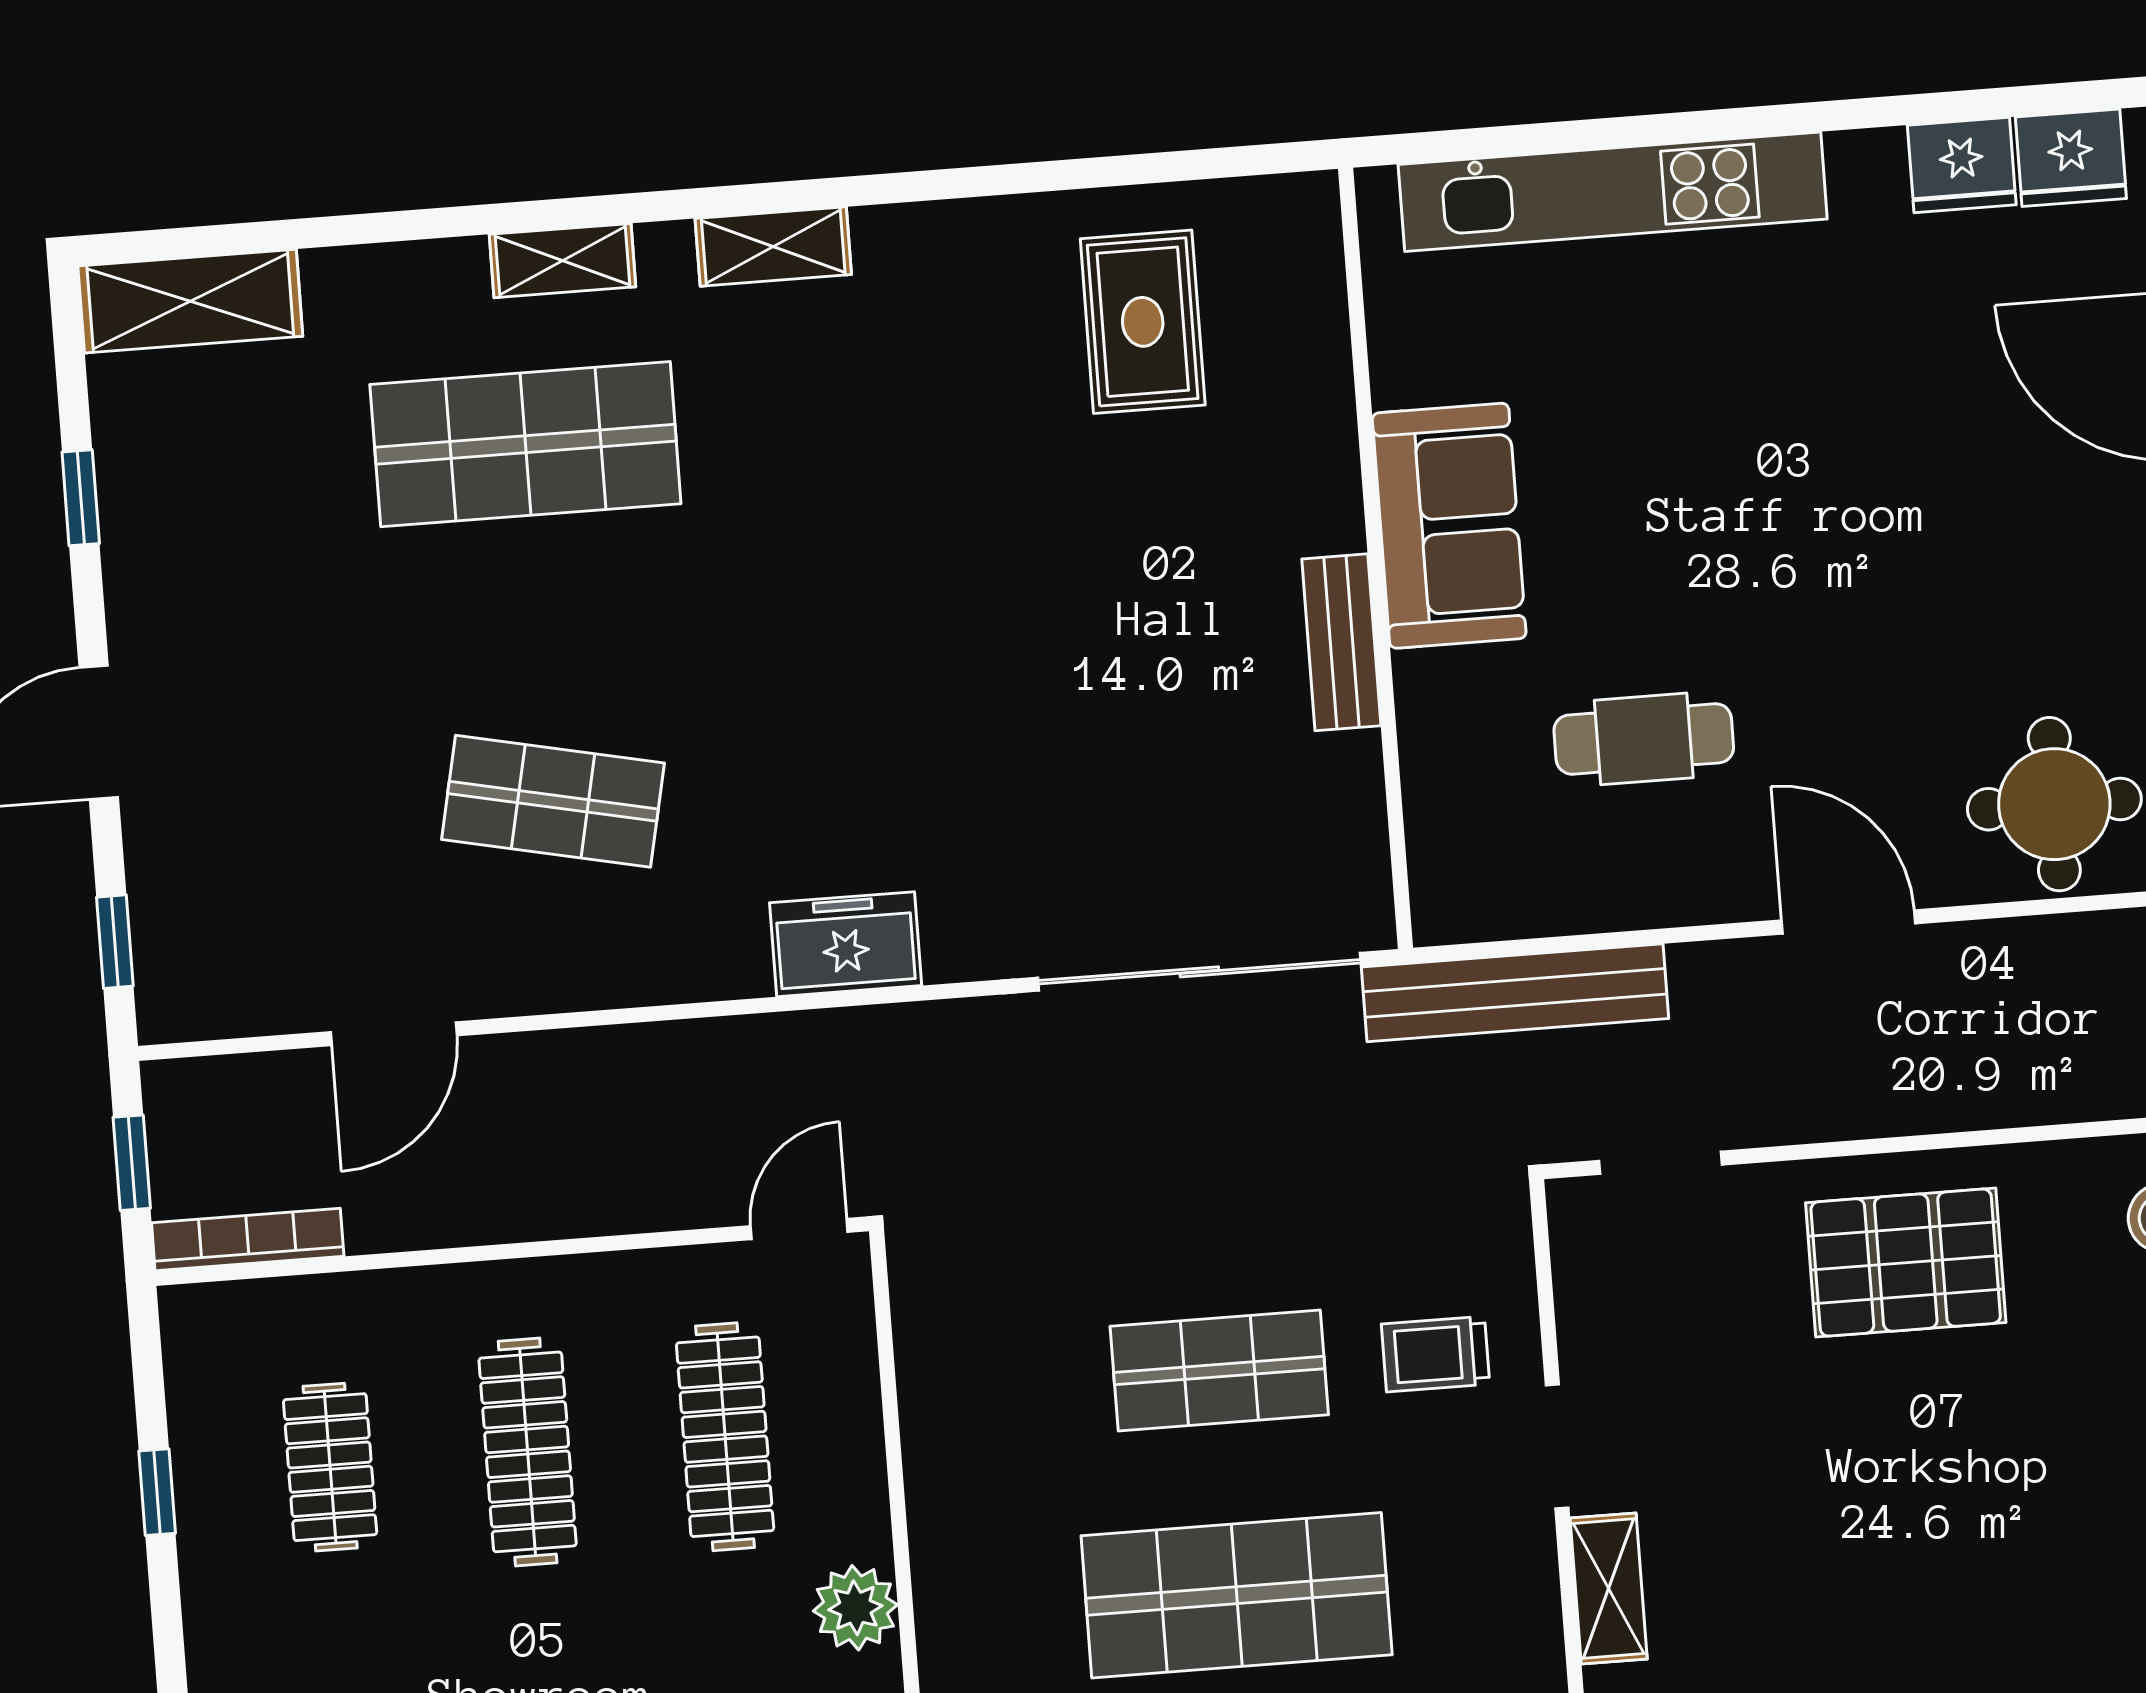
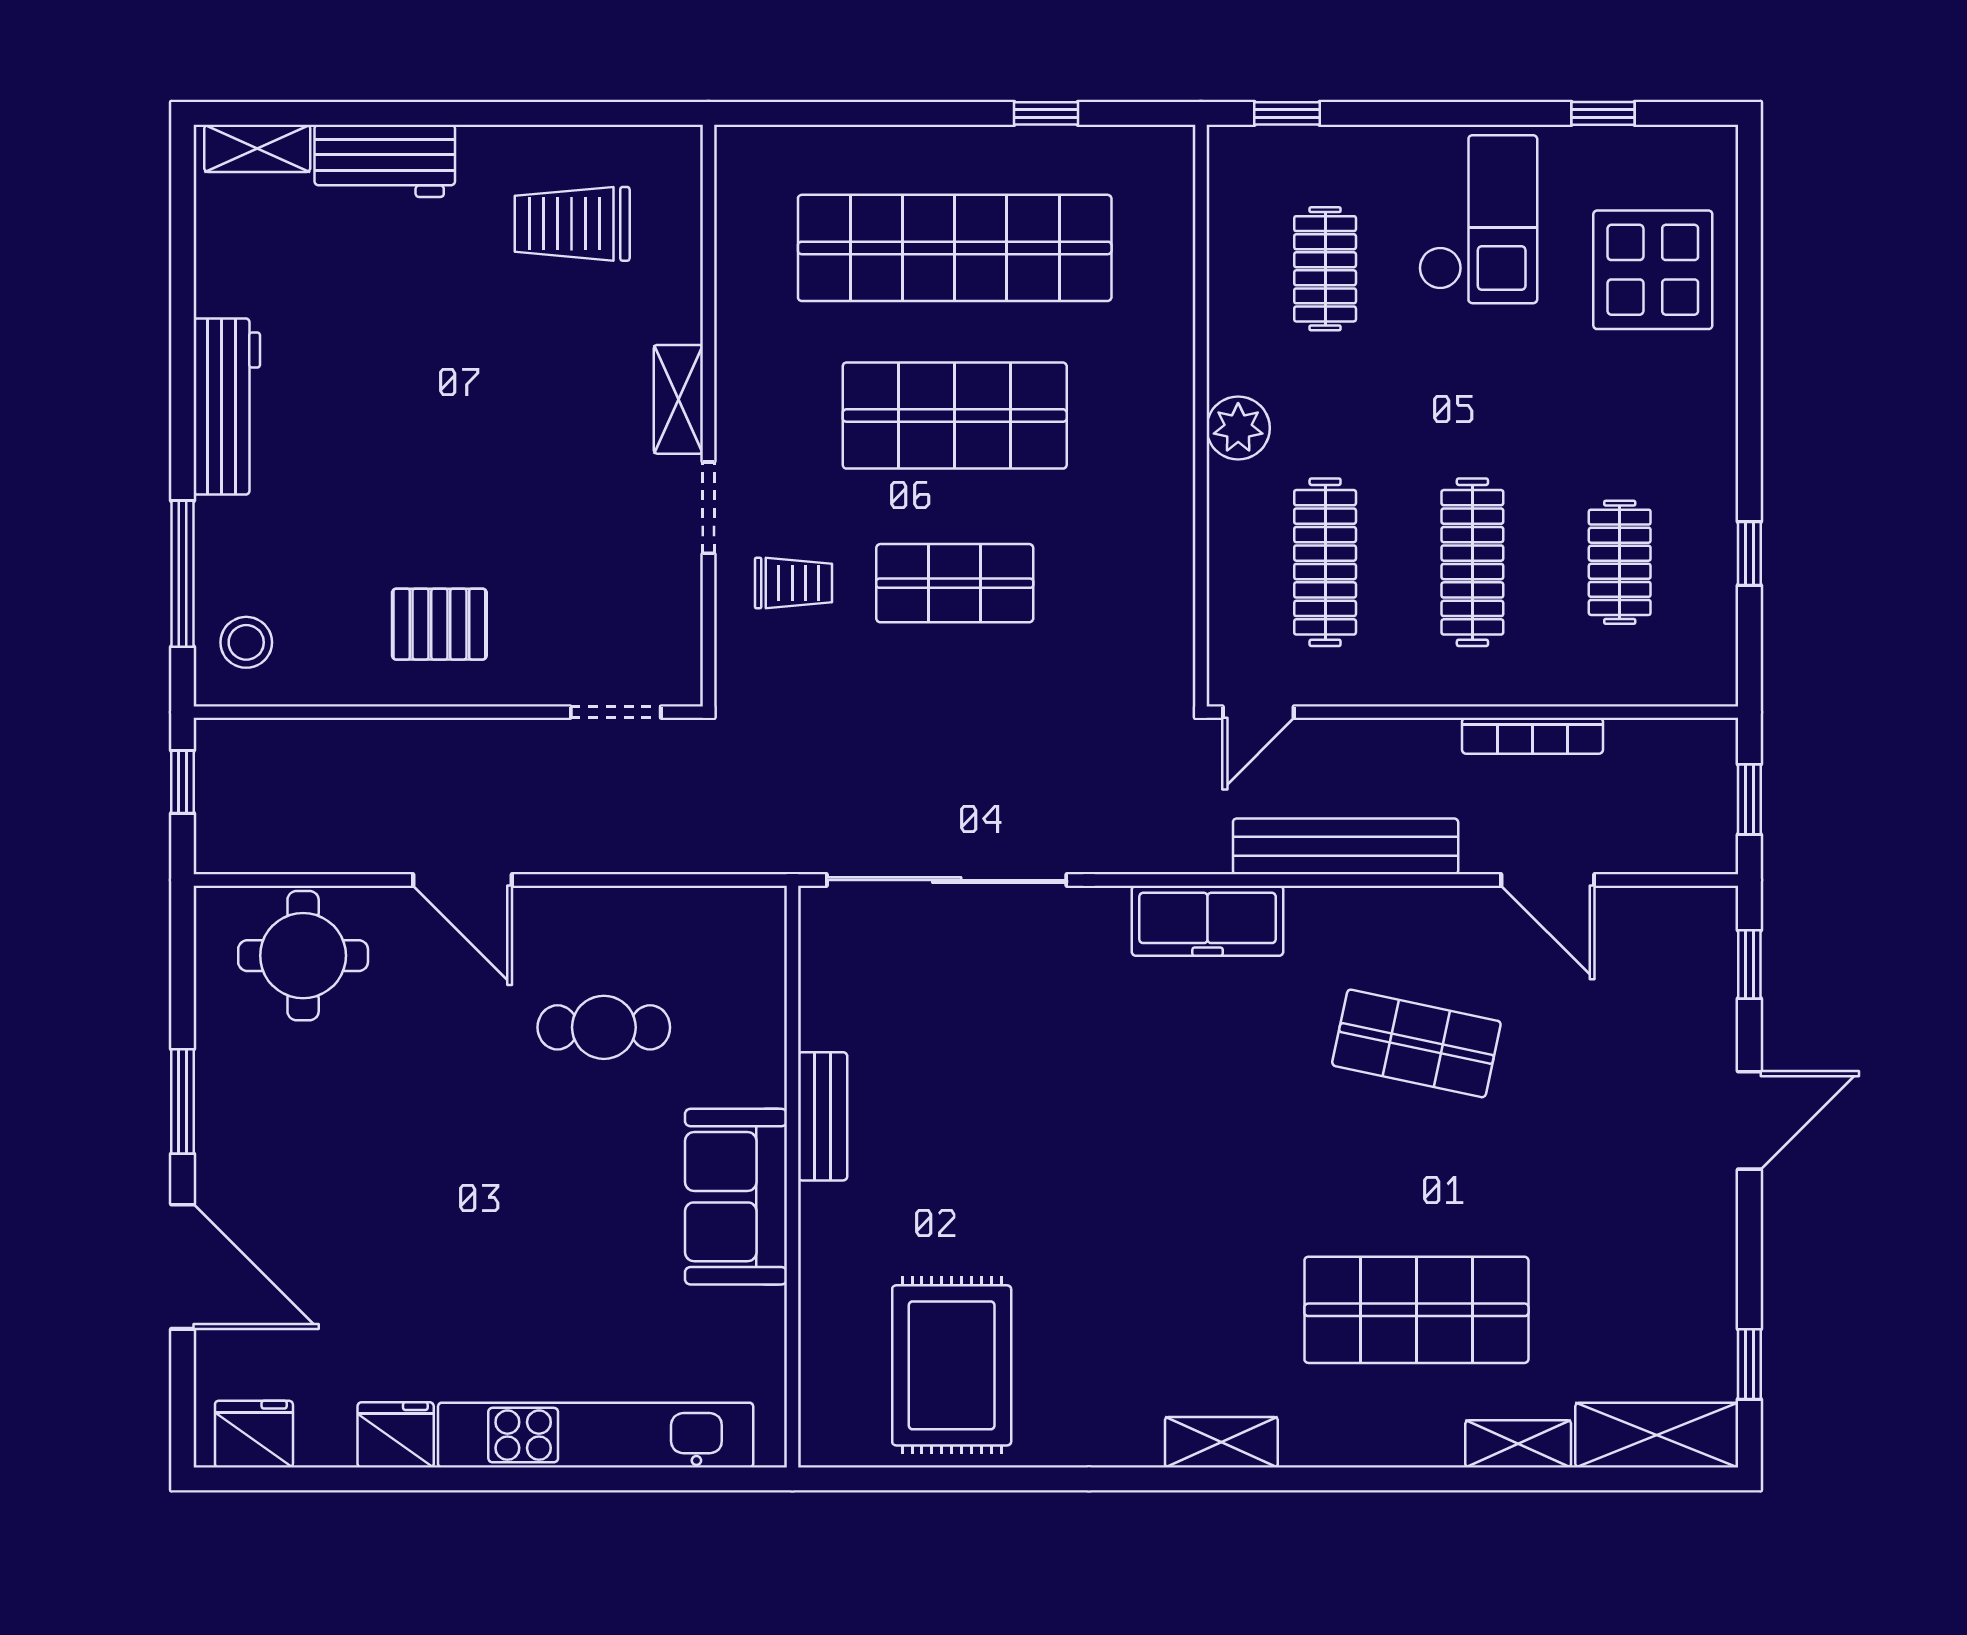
fridge: (1962, 165) -> (396, 1435), moved
shelving: (563, 261) -> (1518, 1444), moved
rug: (1143, 322) -> (952, 1365), width x1.36, depth x1.43
window: (81, 498) -> (1749, 1364), moved
freezer: (846, 944) -> (1208, 921), width x1.40
bench: (1515, 993) -> (1346, 846), moved
door: (394, 1034) -> (1548, 880), swing flipped
bookcase: (248, 1240) -> (1533, 736), moved
pallet: (1906, 1263) -> (439, 624), width x0.67, depth x0.71

